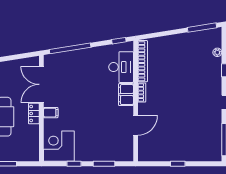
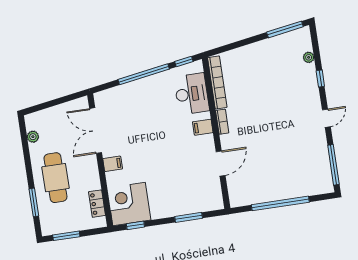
window: (70, 48) -> (144, 74), moved
filing cabinet: (126, 95) -> (203, 127), width x0.50
locker: (34, 114) -> (97, 204), moved
window: (74, 164) -> (135, 225), moved
window: (178, 164) -> (280, 203), width x3.17

